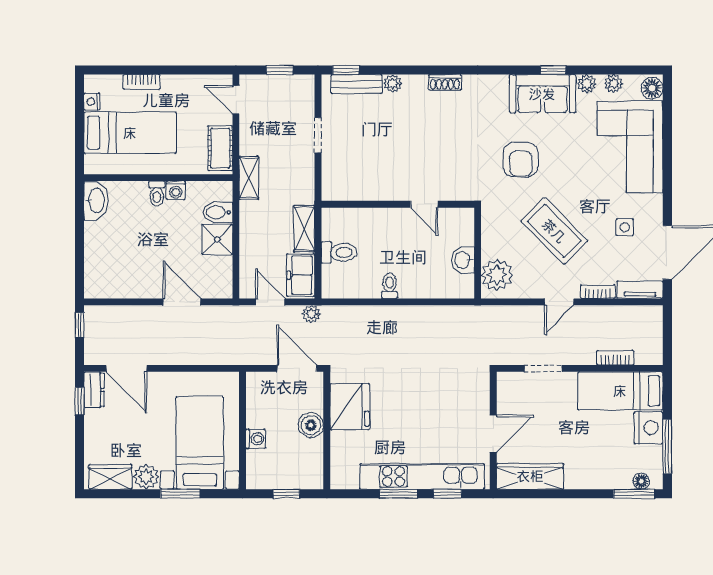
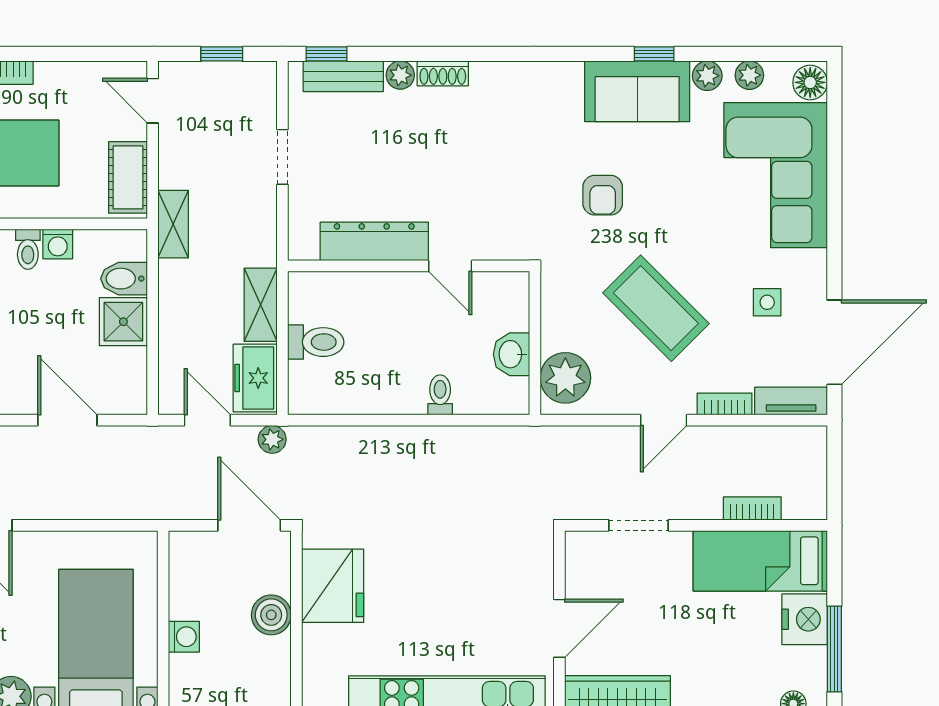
shoe rack: (445, 82) -> (443, 73), moved
armchair: (521, 159) -> (603, 195), width x0.72, depth x0.72
dresser: (376, 189) -> (374, 241), added
toilet: (390, 286) -> (440, 395), moved

